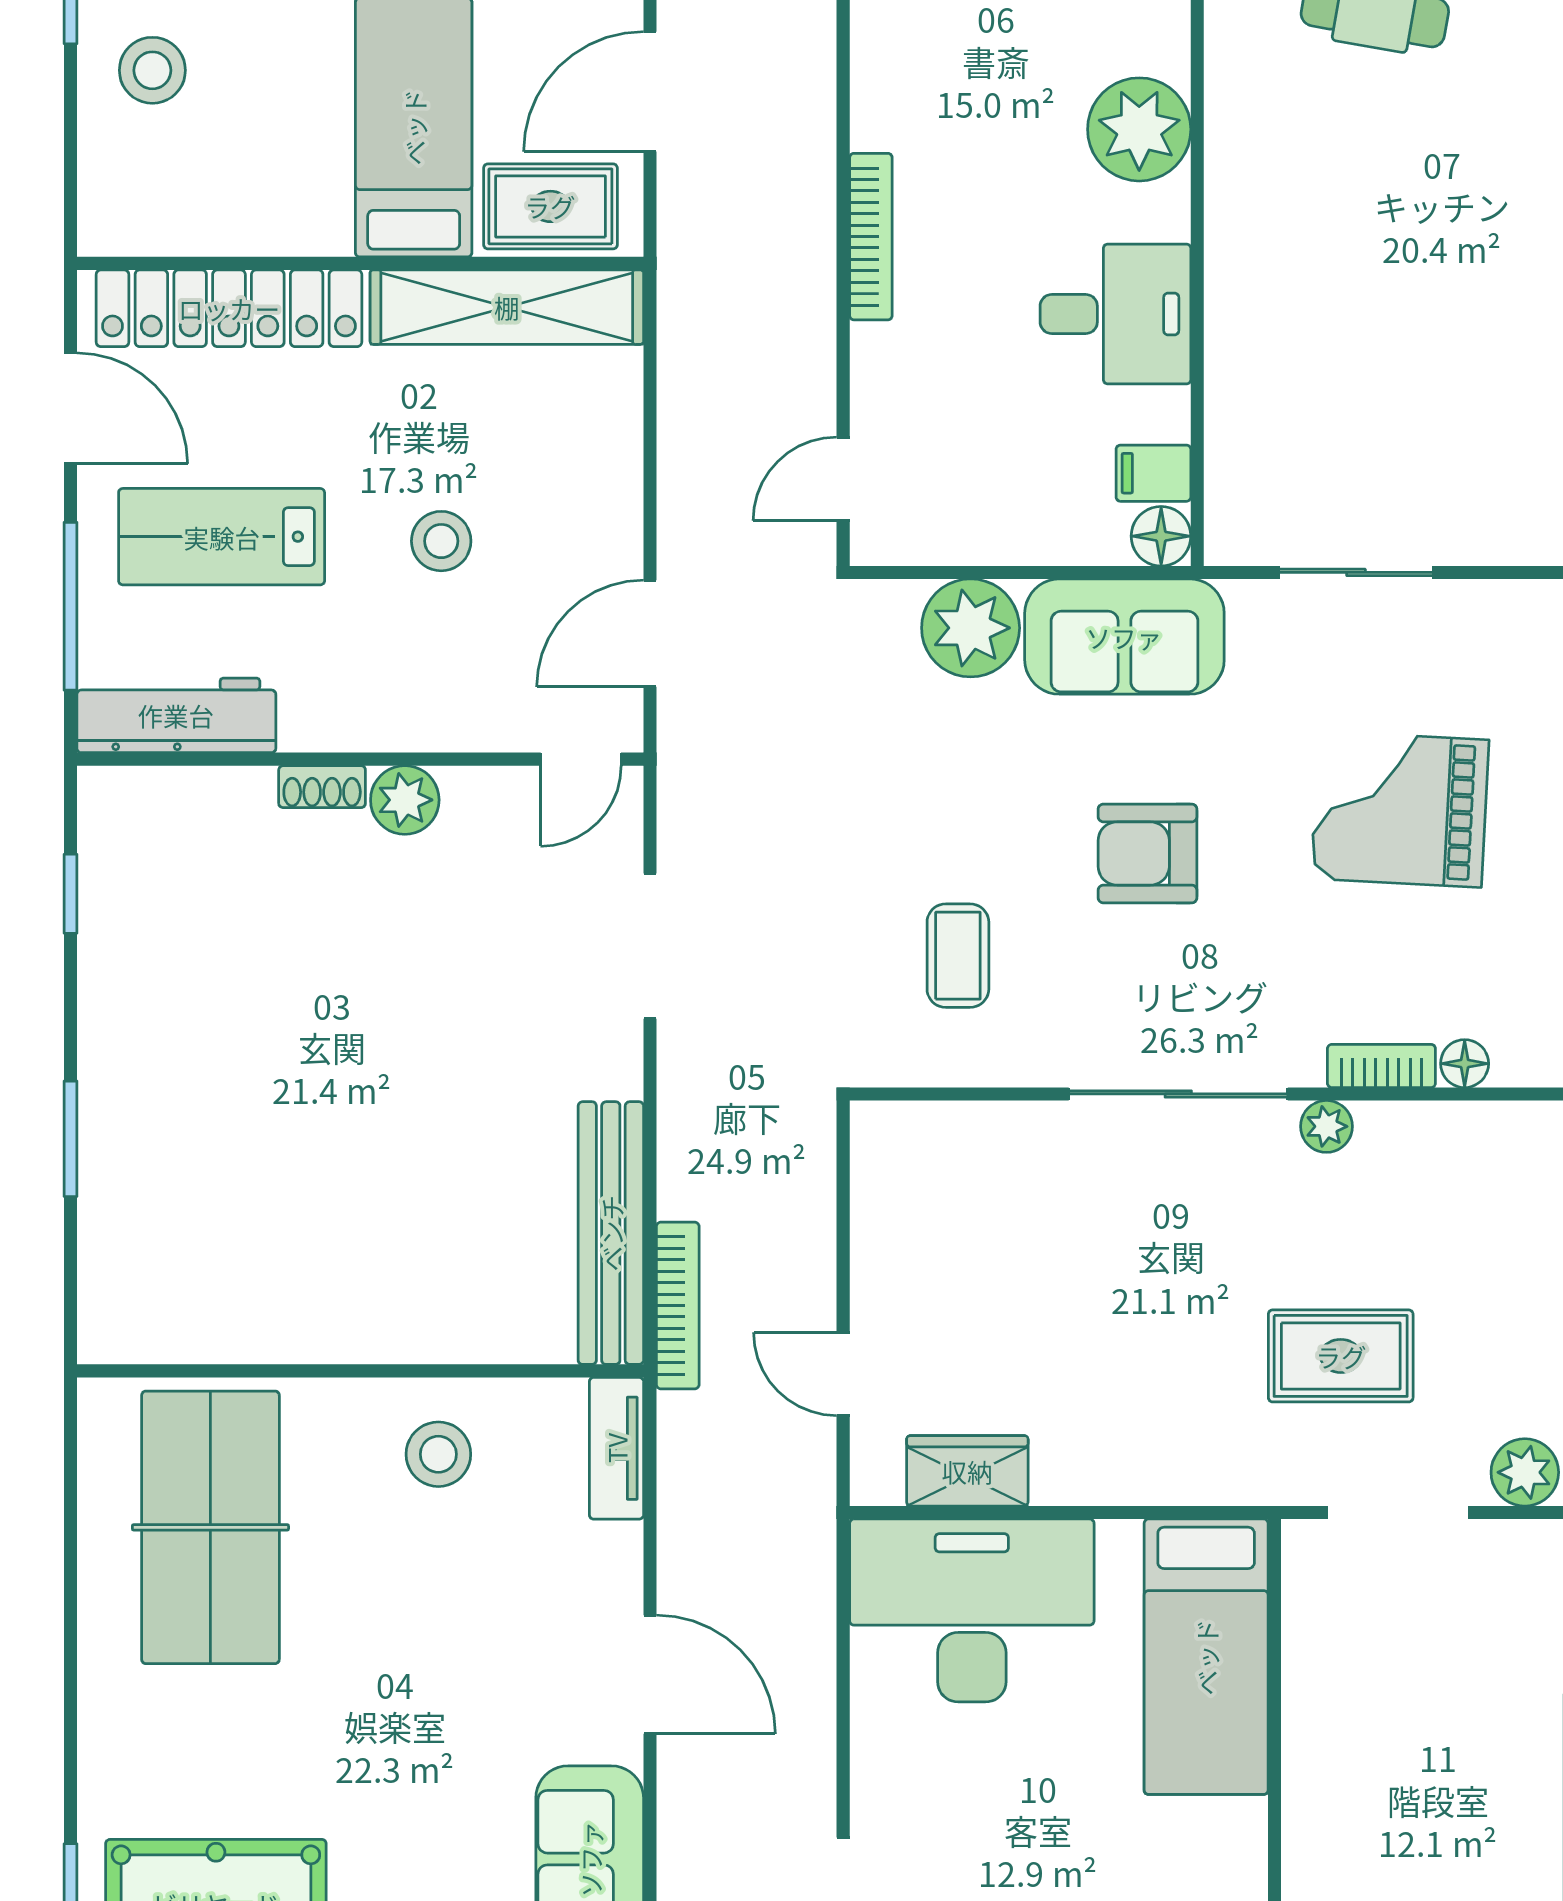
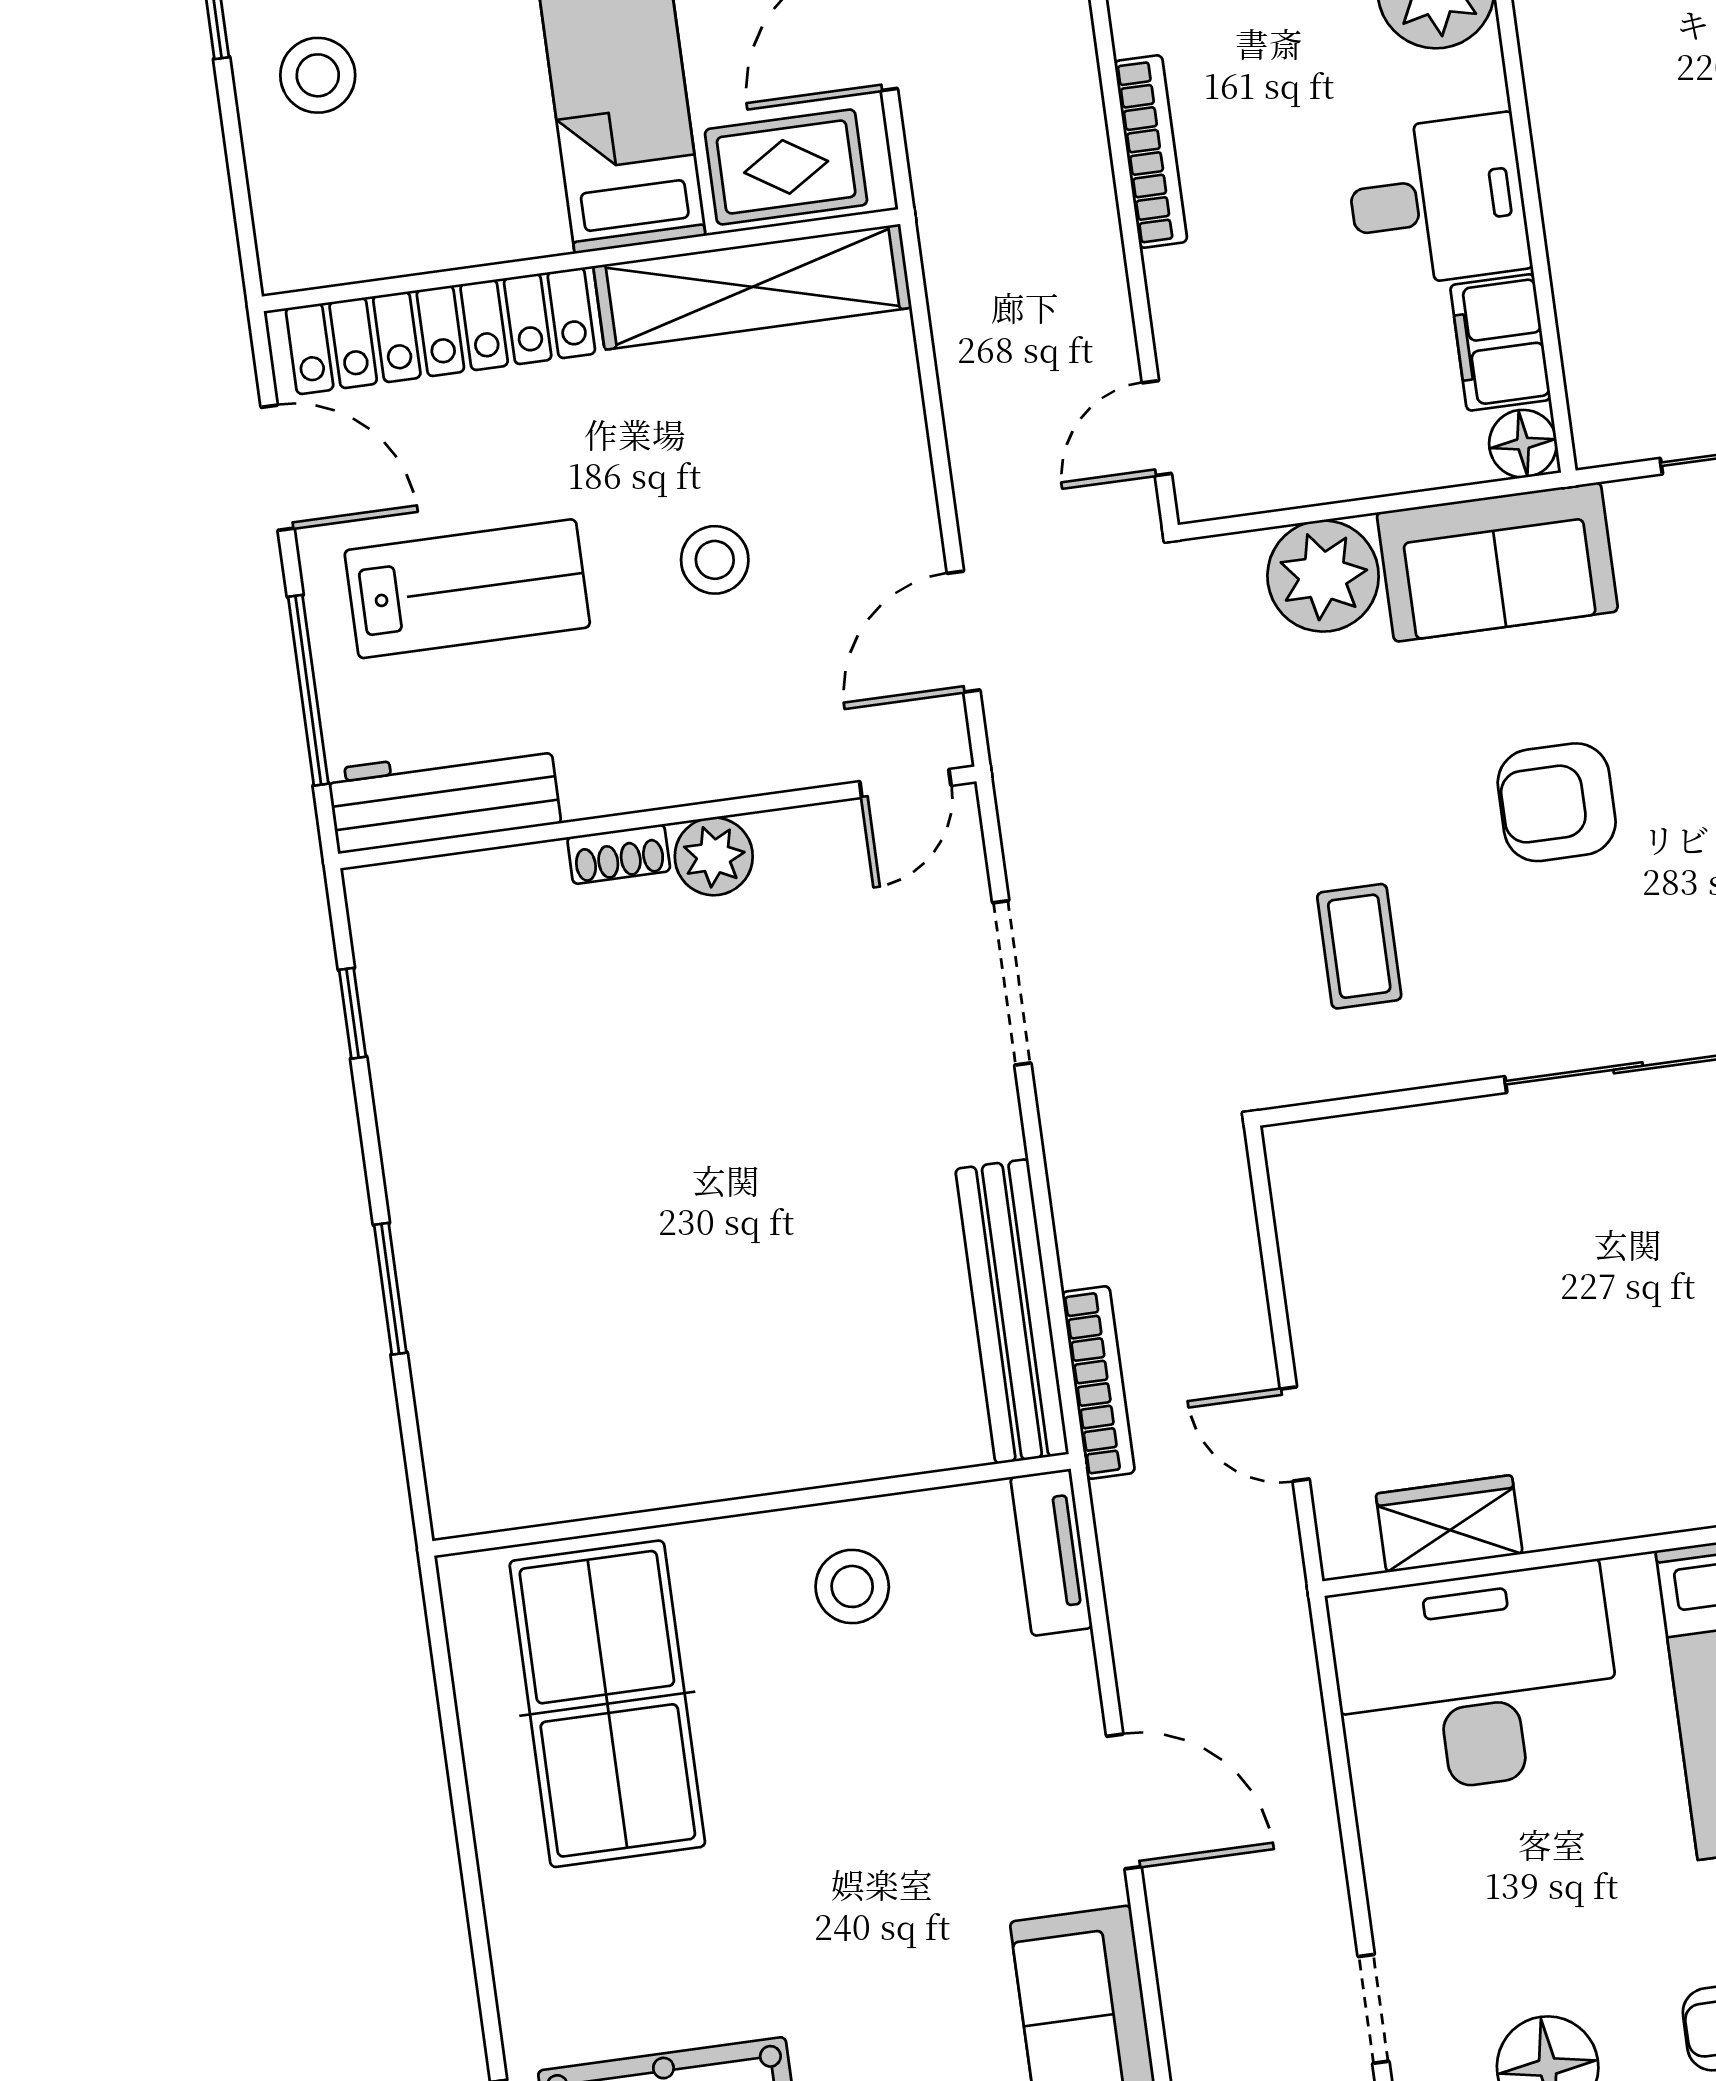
filing cabinet: (1153, 473) -> (1500, 342), width x2.00
lab bench: (222, 537) -> (467, 589), turned 180

